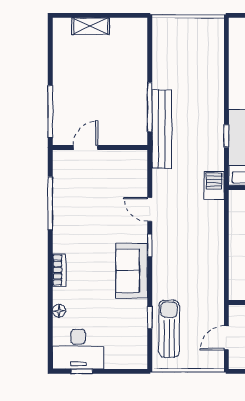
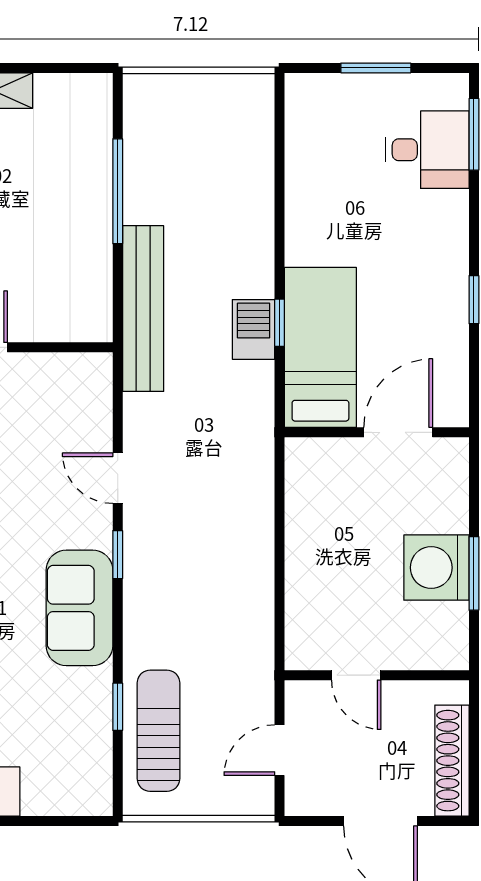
window: (150, 107) -> (118, 191), moved
barbecue: (214, 185) -> (254, 329), moved

